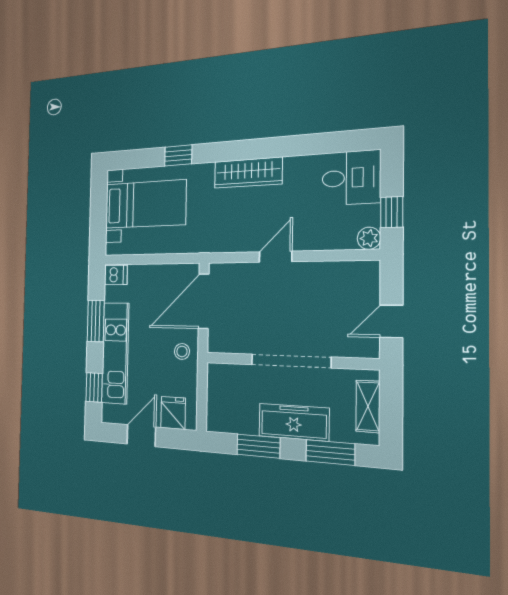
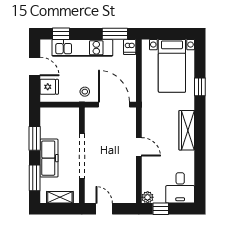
window: (96, 321) -> (115, 34), moved

